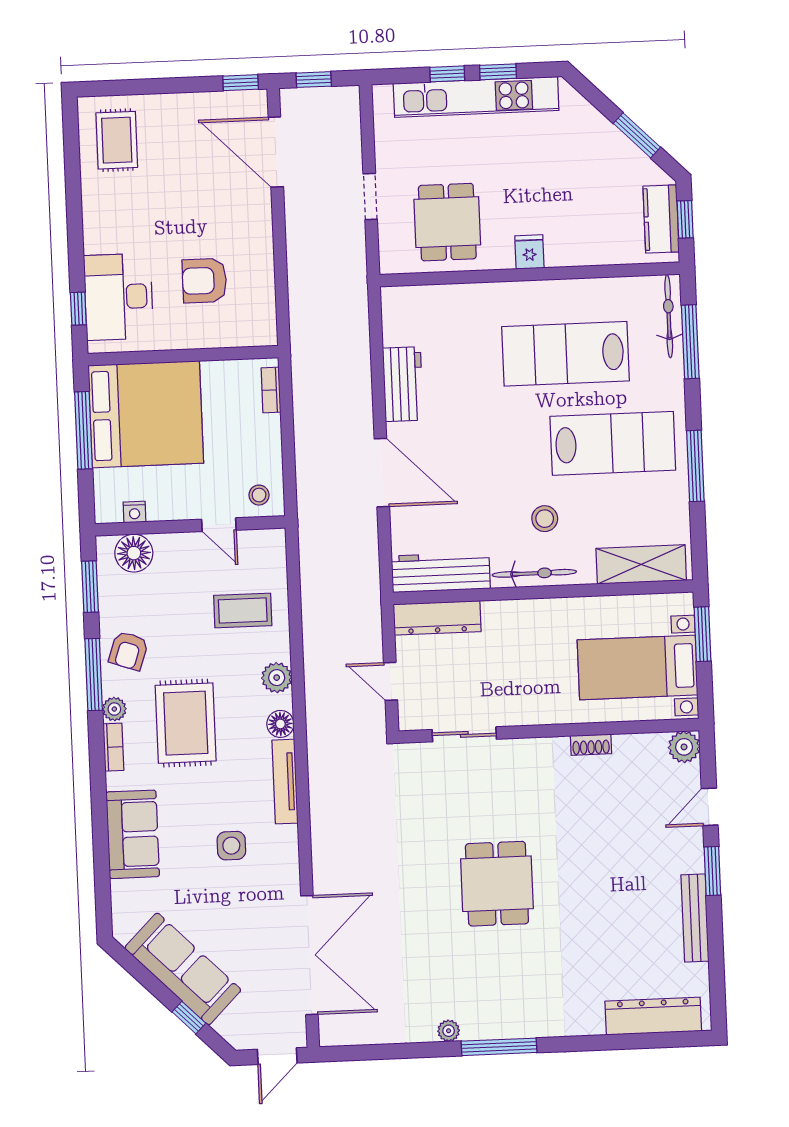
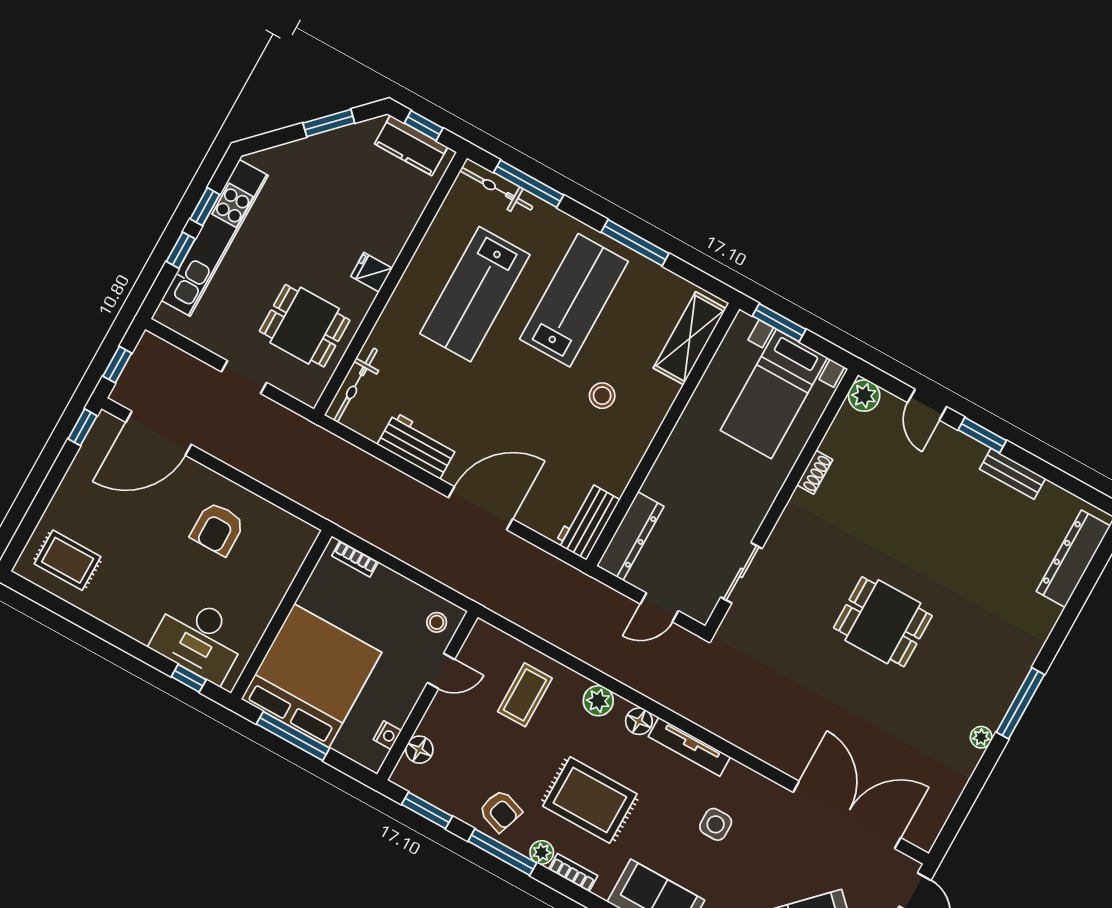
armchair: (204, 281) -> (218, 529), moved
floor lamp: (134, 553) -> (419, 750), width x0.73, depth x0.73
workbench: (441, 572) -> (588, 521), width x0.73
bicycle: (534, 573) -> (356, 385), moved, turned 180
bench: (695, 918) -> (1013, 474), width x0.73

